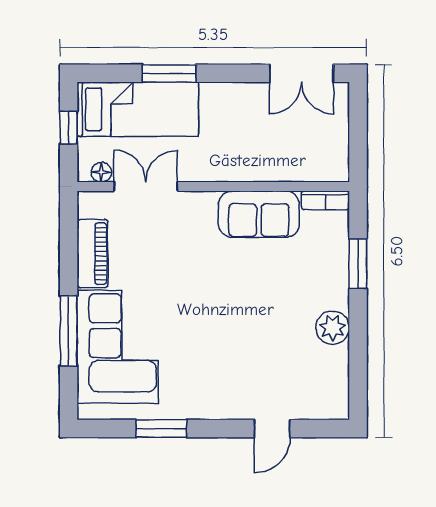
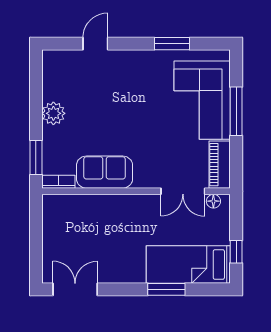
floor lamp: (101, 172) -> (213, 201), moved
double door: (146, 186) -> (183, 191), moved
wall: (213, 186) -> (136, 191), moved
bookcase: (325, 200) -> (58, 182), moved
sofa: (259, 214) -> (105, 172), moved

